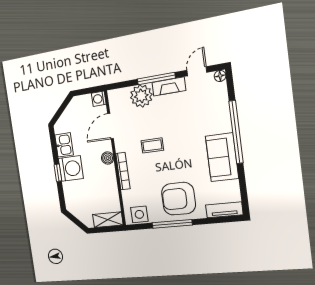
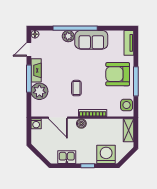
door: (197, 71) -> (29, 49), hinge flipped
plant: (223, 124) -> (68, 36), added
washing machine: (71, 168) -> (106, 154), moved
armchair: (178, 199) -> (118, 74), turned 90

